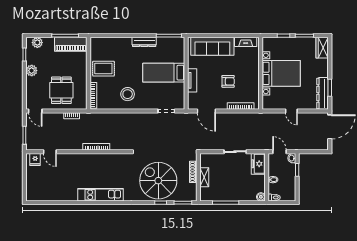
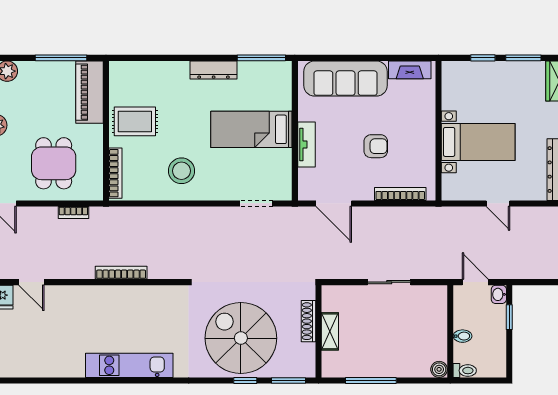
piano: (71, 44) -> (89, 92), moved, turned 90
bed with nightstands: (281, 73) -> (478, 142), width x0.73
freezer: (258, 164) -> (434, 305), removed

